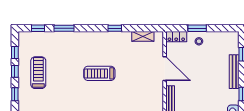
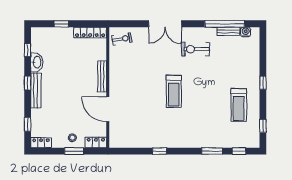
shelving: (143, 36) -> (130, 143), removed
locker: (229, 36) -> (41, 143), added
window: (15, 71) -> (263, 107), removed
bench: (234, 72) -> (36, 90), moved
treadmill: (99, 73) -> (174, 91), moved, turned 90

